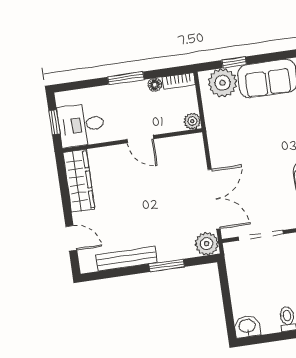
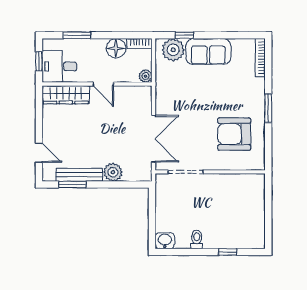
window: (126, 78) -> (77, 35), moved
floor lamp: (155, 85) -> (116, 48), width x1.89, depth x1.89
wardrobe: (79, 181) -> (66, 95), moved, turned 90
plant: (207, 244) -> (113, 172), moved
window: (167, 265) -> (72, 184), moved

